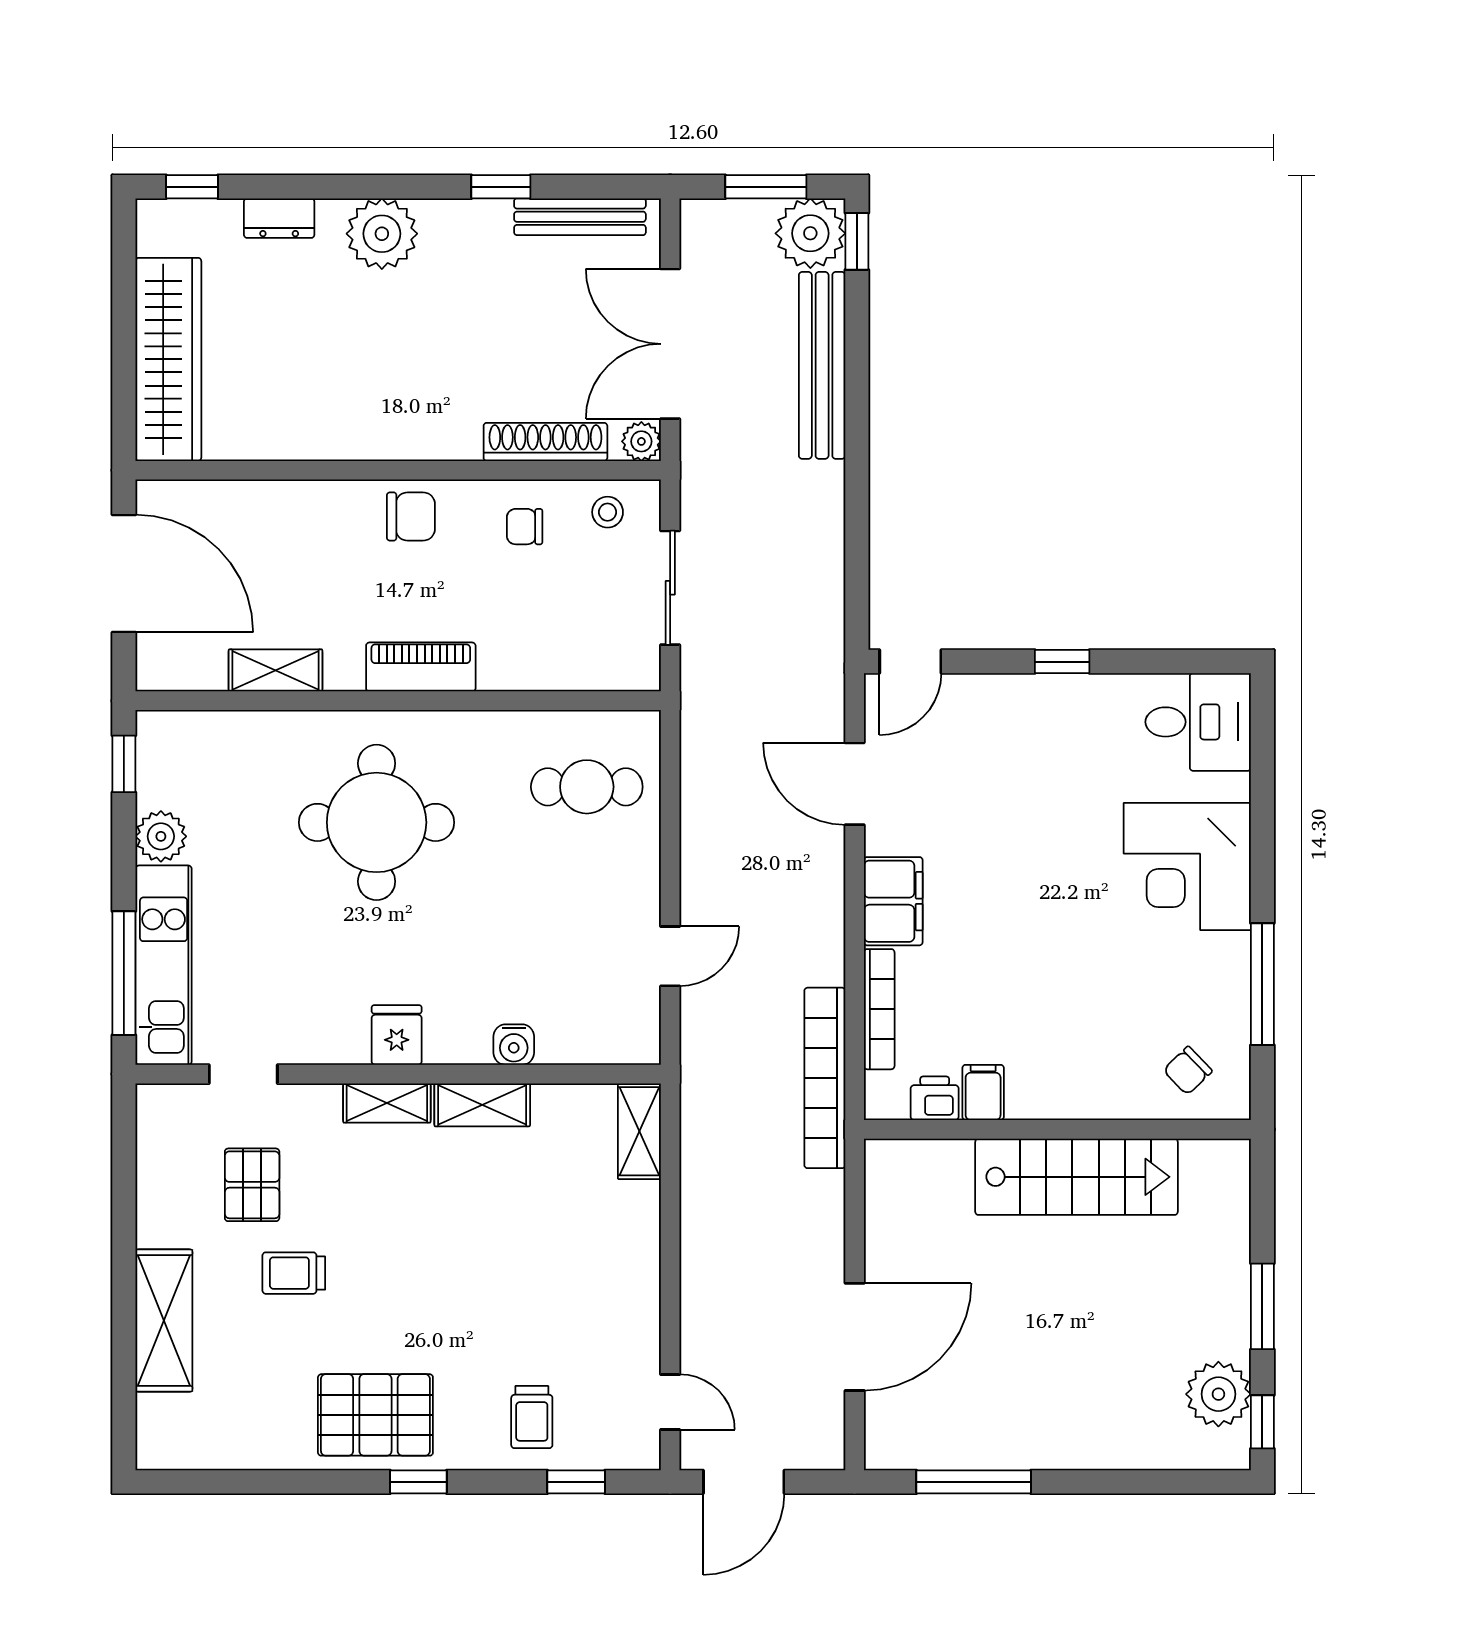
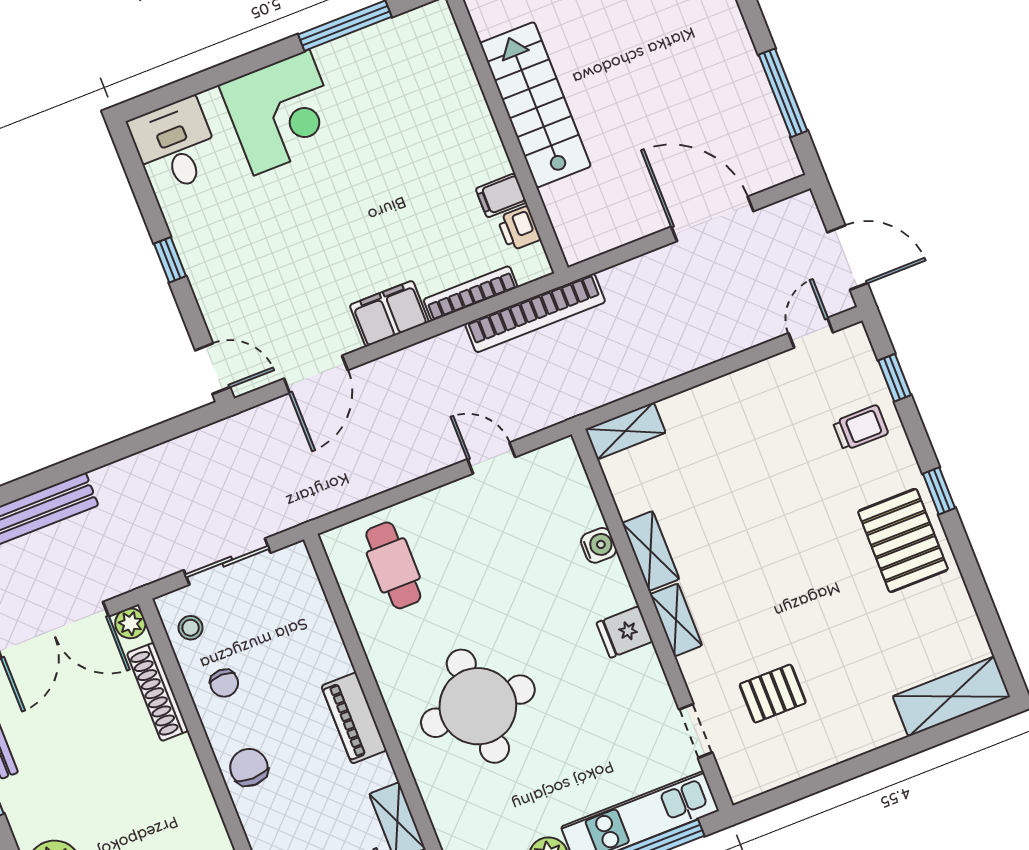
chair: (1188, 1071) -> (428, 55), removed
trolley: (294, 1273) -> (824, 639), removed
shelving: (164, 1321) -> (951, 696), moved

